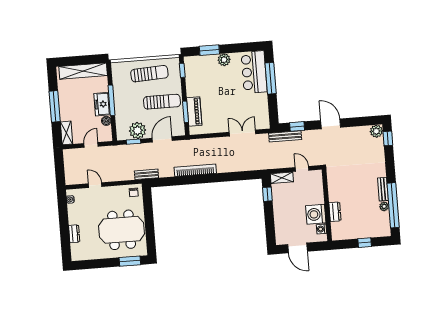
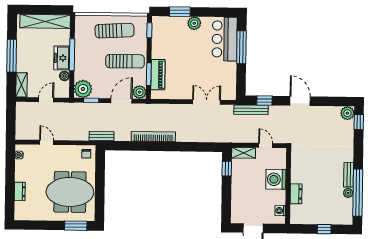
plant: (138, 130) -> (83, 89), moved
plant: (178, 130) -> (140, 92), added
washing machine: (316, 214) -> (276, 179), moved

